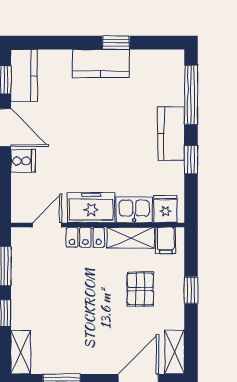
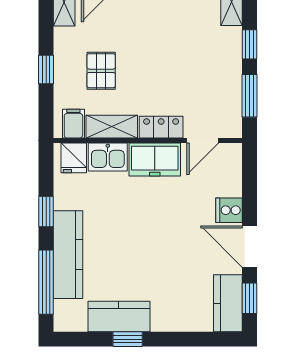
kitchen counter: (101, 63) -> (119, 316), moved
kitchen counter: (171, 134) -> (68, 255), width x1.50

